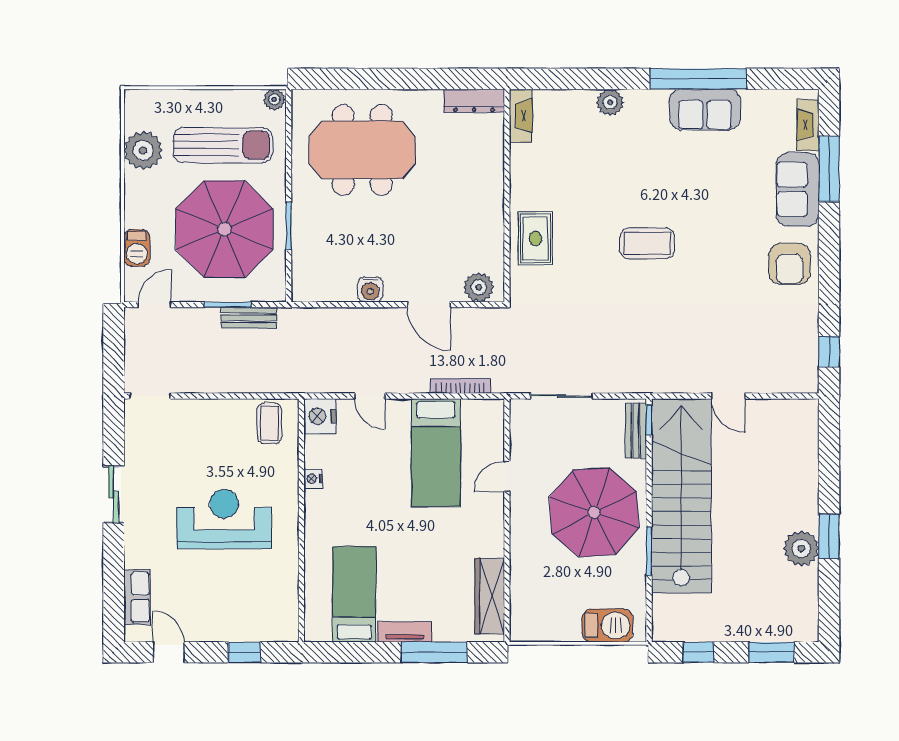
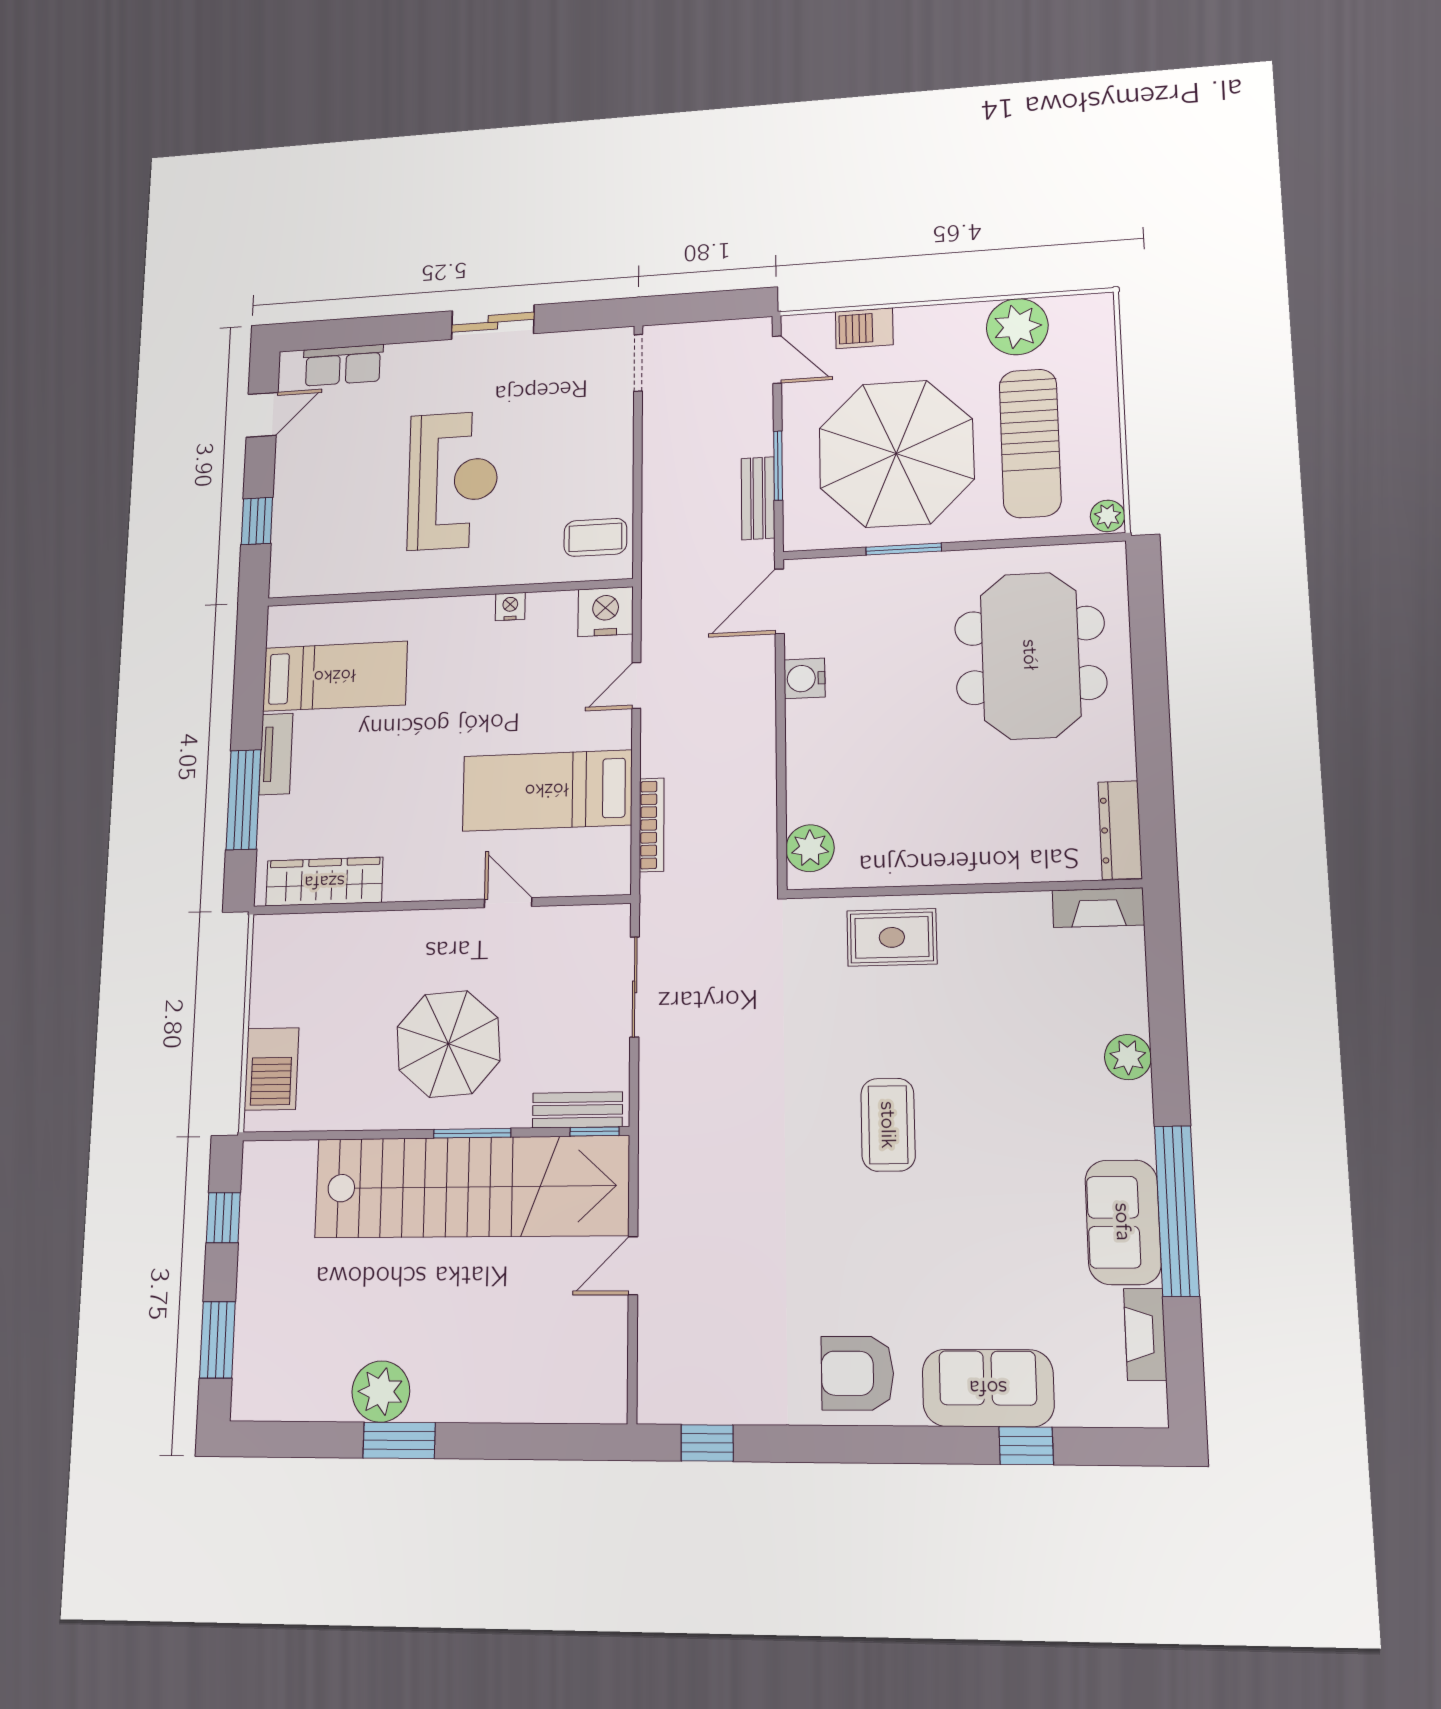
fireplace: (808, 125) -> (1145, 1334), moved, turned -90
window: (829, 169) -> (1026, 1446), width x0.46
door: (429, 305) -> (779, 601), moved
parasol: (594, 512) -> (448, 1044), width x0.73, depth x0.73
window: (649, 551) -> (472, 1133), moved

